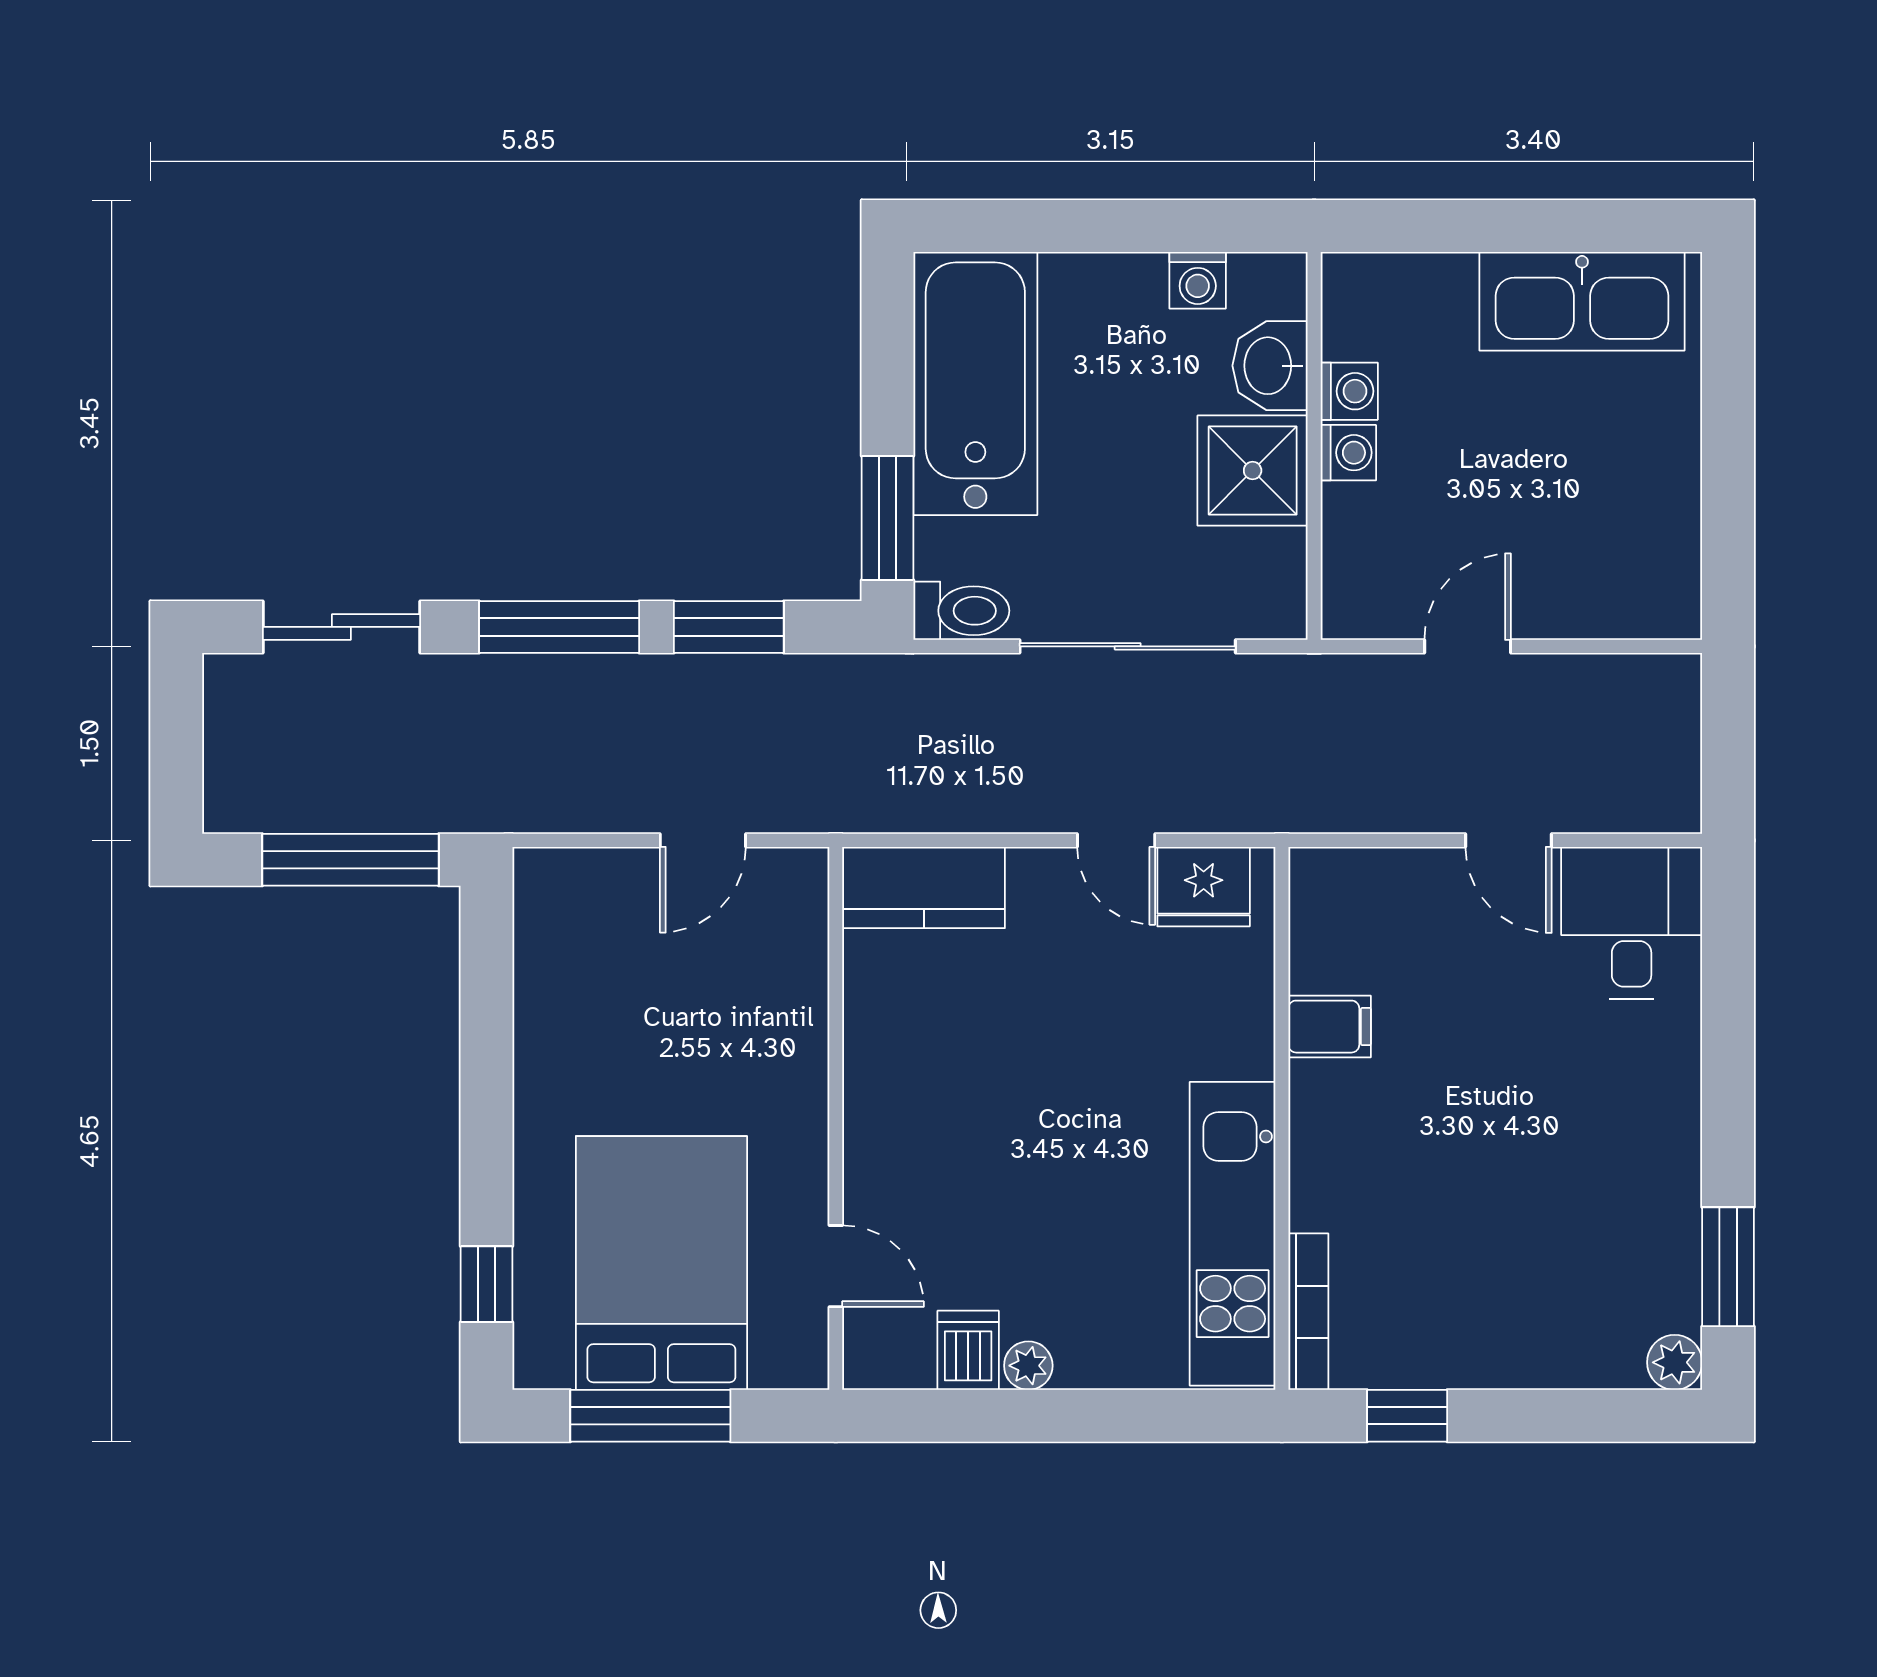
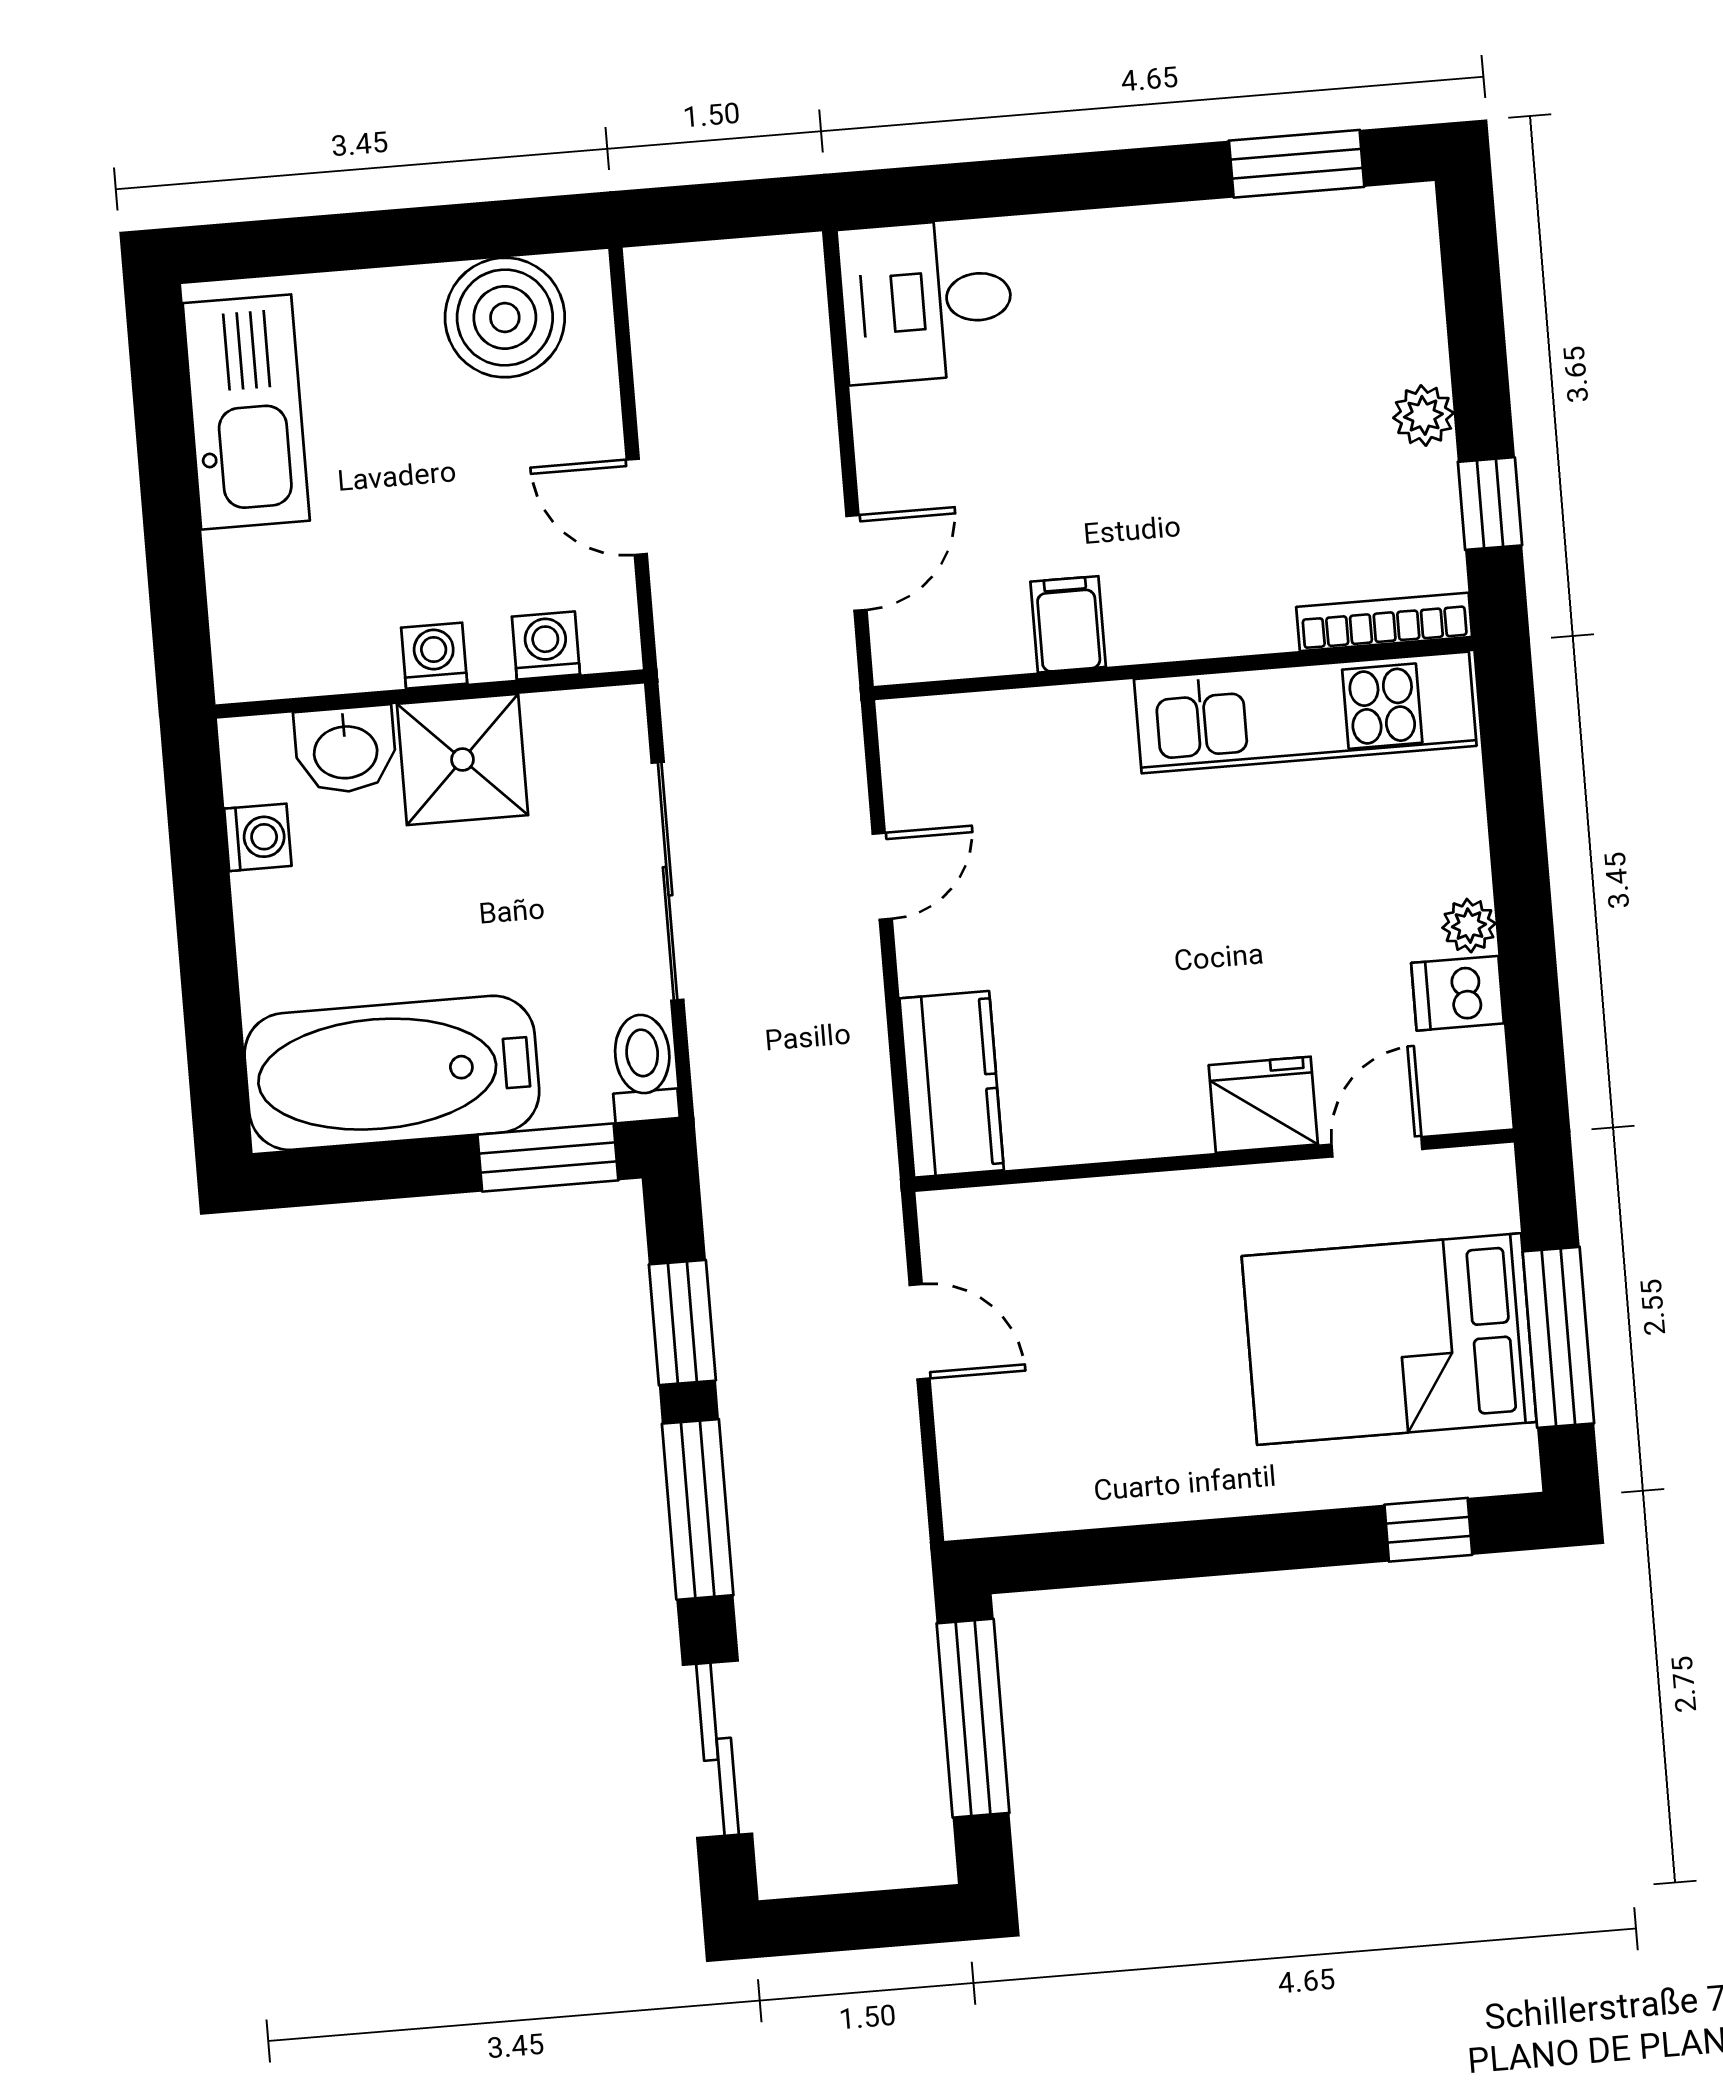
washing machine: (1349, 391) -> (546, 645), moved
boiler: (1648, 541) -> (505, 317), added
door: (1509, 840) -> (857, 563), moved
fridge: (1204, 887) -> (1263, 1105), moved, turned -90
plant: (1675, 1362) -> (1423, 415), moved

